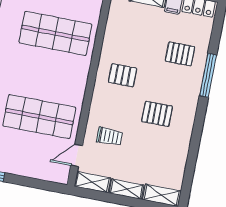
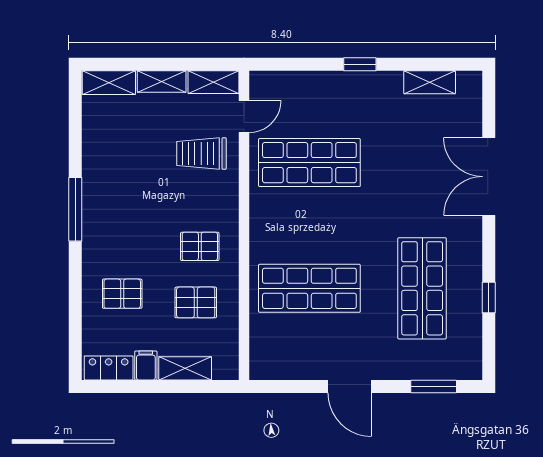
window: (208, 75) -> (75, 209), moved
pallet: (157, 114) -> (196, 302), moved
trolley: (110, 136) -> (201, 153), width x1.36, depth x1.39

